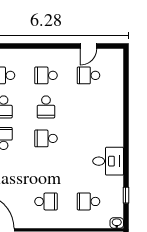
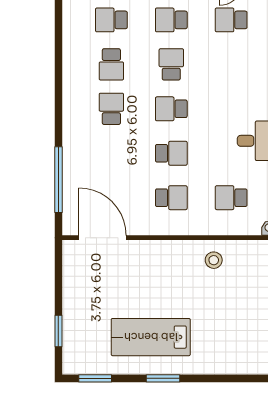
school desk: (46, 107) -> (171, 64), turned 180
school desk: (46, 170) -> (171, 153), added

